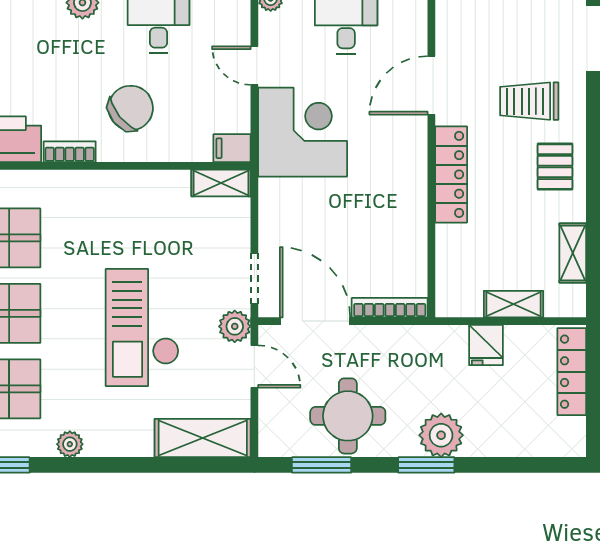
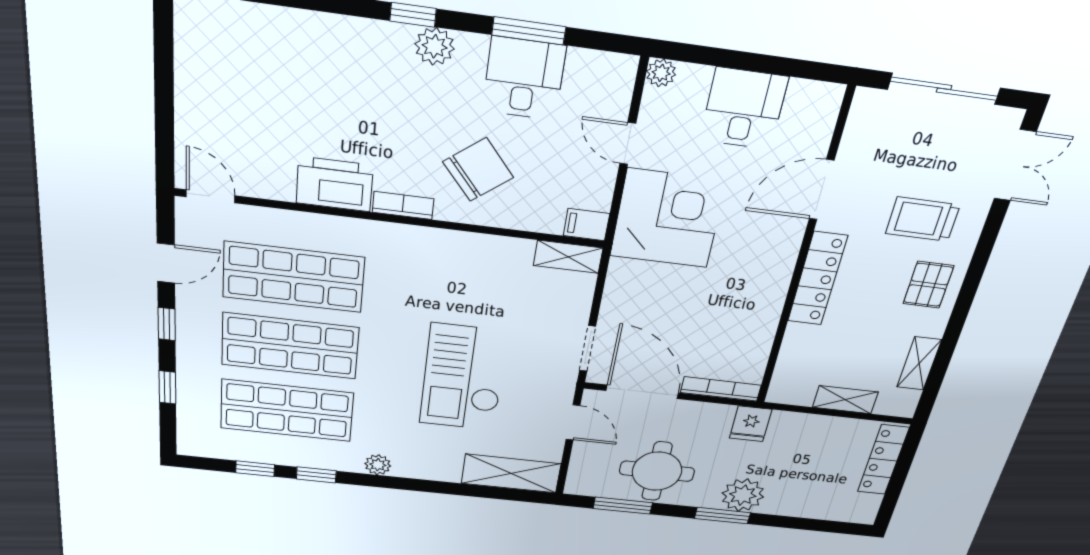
plant: (235, 326) -> (559, 387), removed
fridge: (486, 345) -> (751, 424), moved

